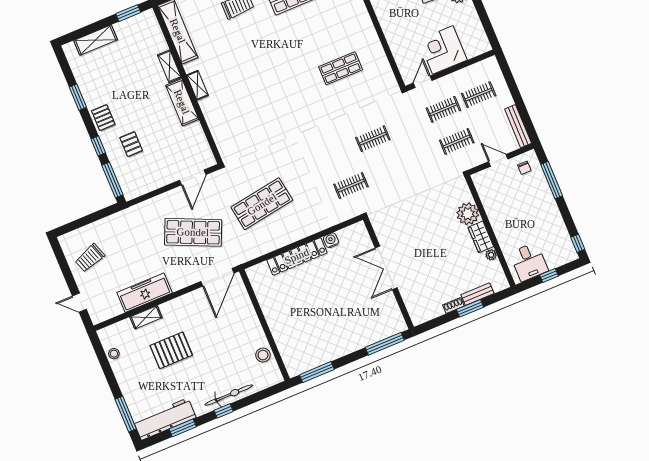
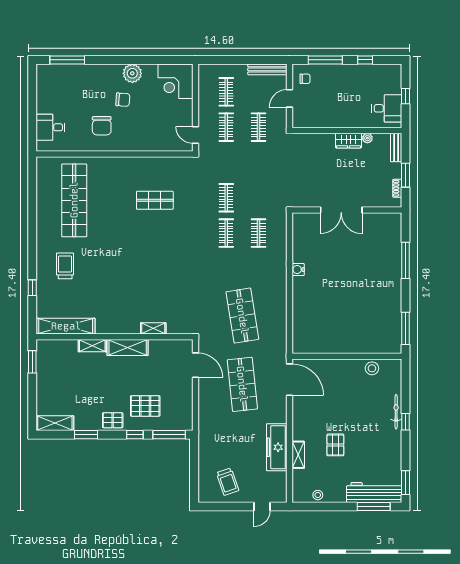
shelving: (96, 40) -> (55, 423), moved, turned 90
corner desk: (443, 50) -> (175, 81), moved
shop shelf: (341, 68) -> (155, 200), turned 90
shelving: (197, 85) -> (153, 328), moved
pallet: (131, 144) -> (145, 406), width x1.50, depth x1.42
clothes rail: (338, 153) -> (226, 233), added
plant: (468, 214) -> (324, 143), removed
shop shelf: (193, 232) -> (242, 384), turned -30
window: (578, 243) -> (365, 60), moved
locker: (297, 256) -> (300, 304), removed
double door: (386, 268) -> (341, 210), moved
wall: (388, 273) -> (347, 210), moved
bench: (477, 294) -> (396, 148), moved
pallet: (171, 350) -> (335, 445), width x0.67, depth x0.71
bicycle: (229, 395) -> (396, 412), width x0.73, depth x0.71
workbench: (165, 419) -> (374, 492), moved, turned 90
window: (183, 428) -> (406, 483), moved

